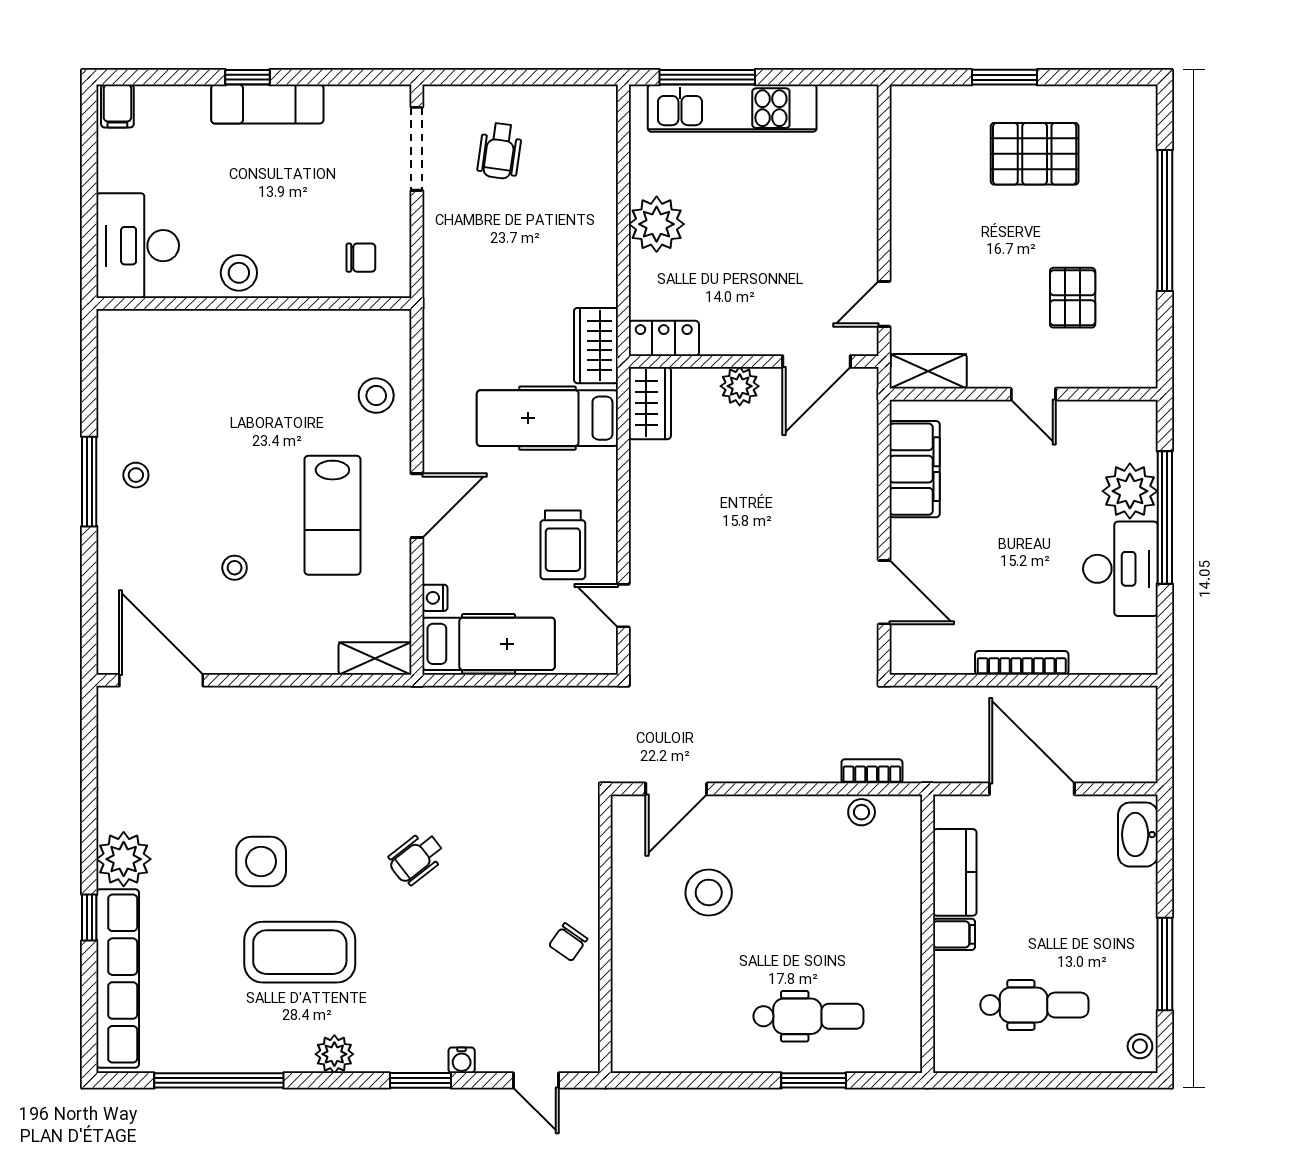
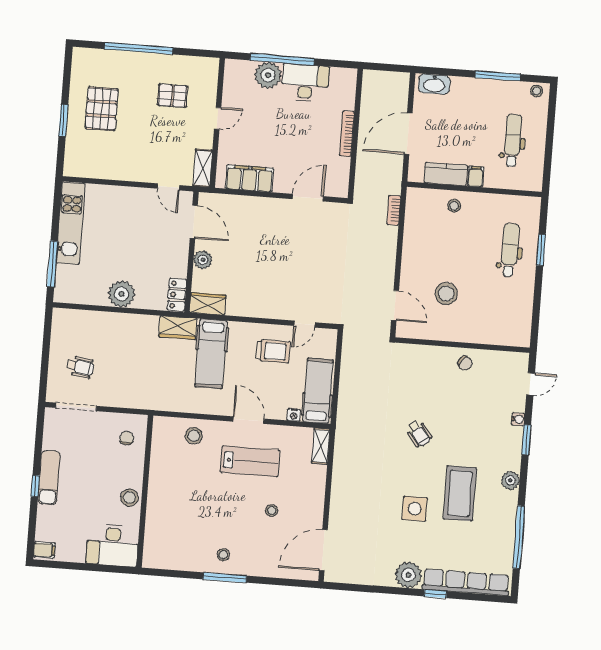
kitchen unit: (732, 108) -> (71, 223), moved
stool: (862, 812) -> (454, 206), moved

